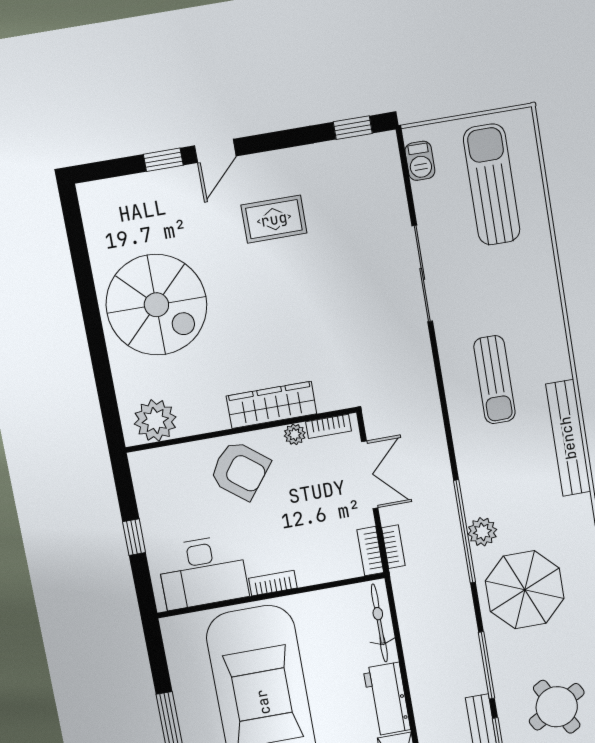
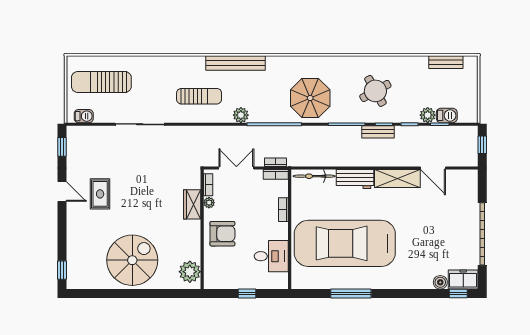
door: (215, 151) -> (62, 192), moved
window: (163, 160) -> (62, 270), moved
wardrobe: (272, 405) -> (192, 204), width x0.67
armchair: (240, 470) -> (222, 234), turned 52
plant: (482, 532) -> (241, 115), moved
desk: (203, 572) -> (271, 256), width x0.73
bookcase: (273, 583) -> (283, 210), moved

